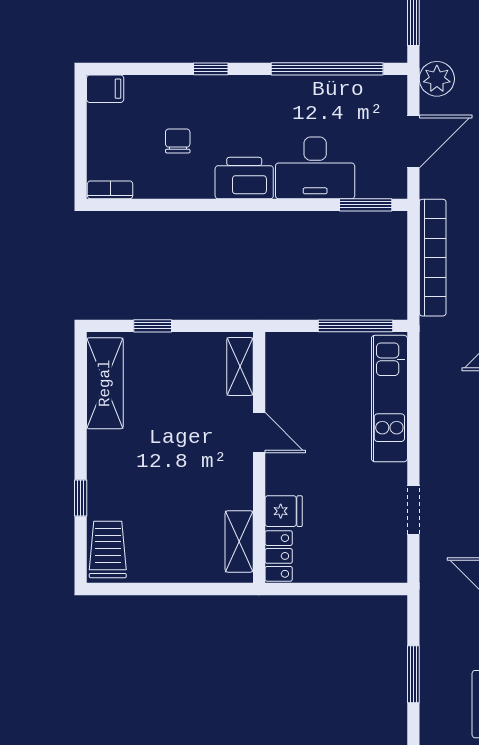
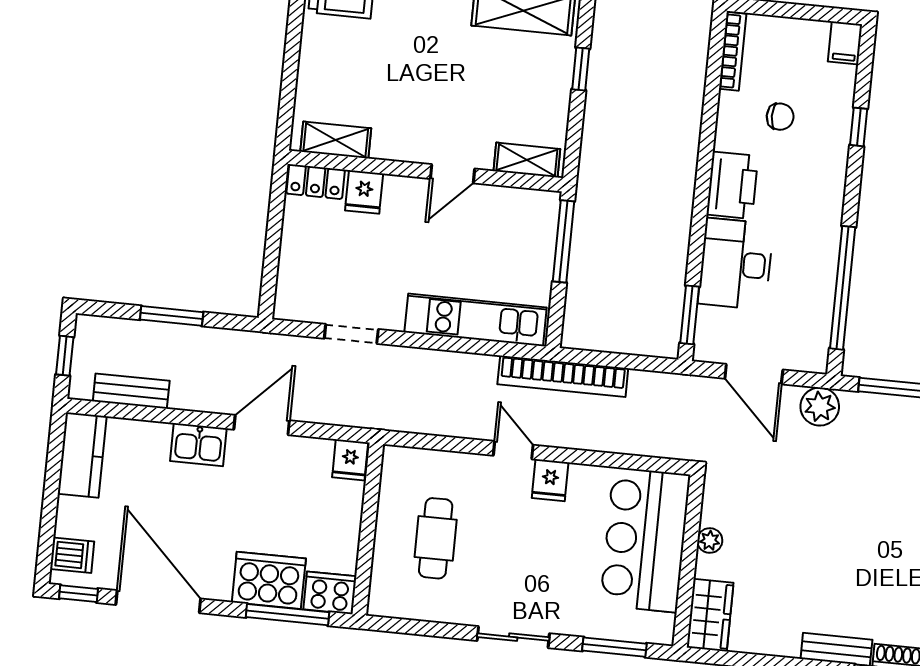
window: (211, 69) -> (859, 127), moved
bookcase: (110, 190) -> (733, 51), width x1.56
bookcase: (433, 258) -> (563, 376), moved
window: (355, 326) -> (564, 241), moved

